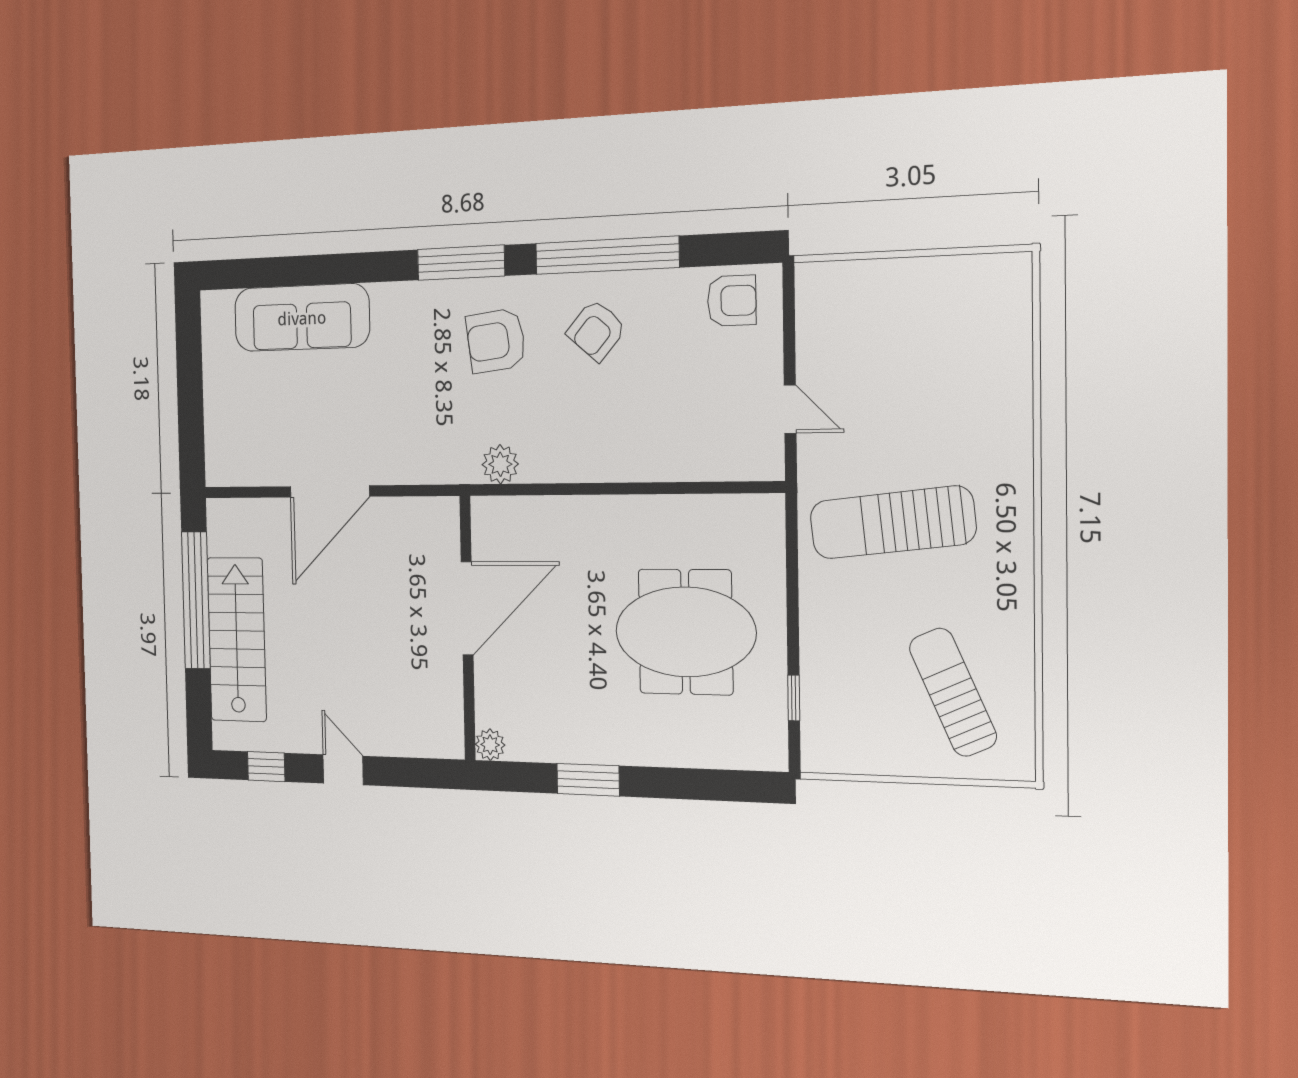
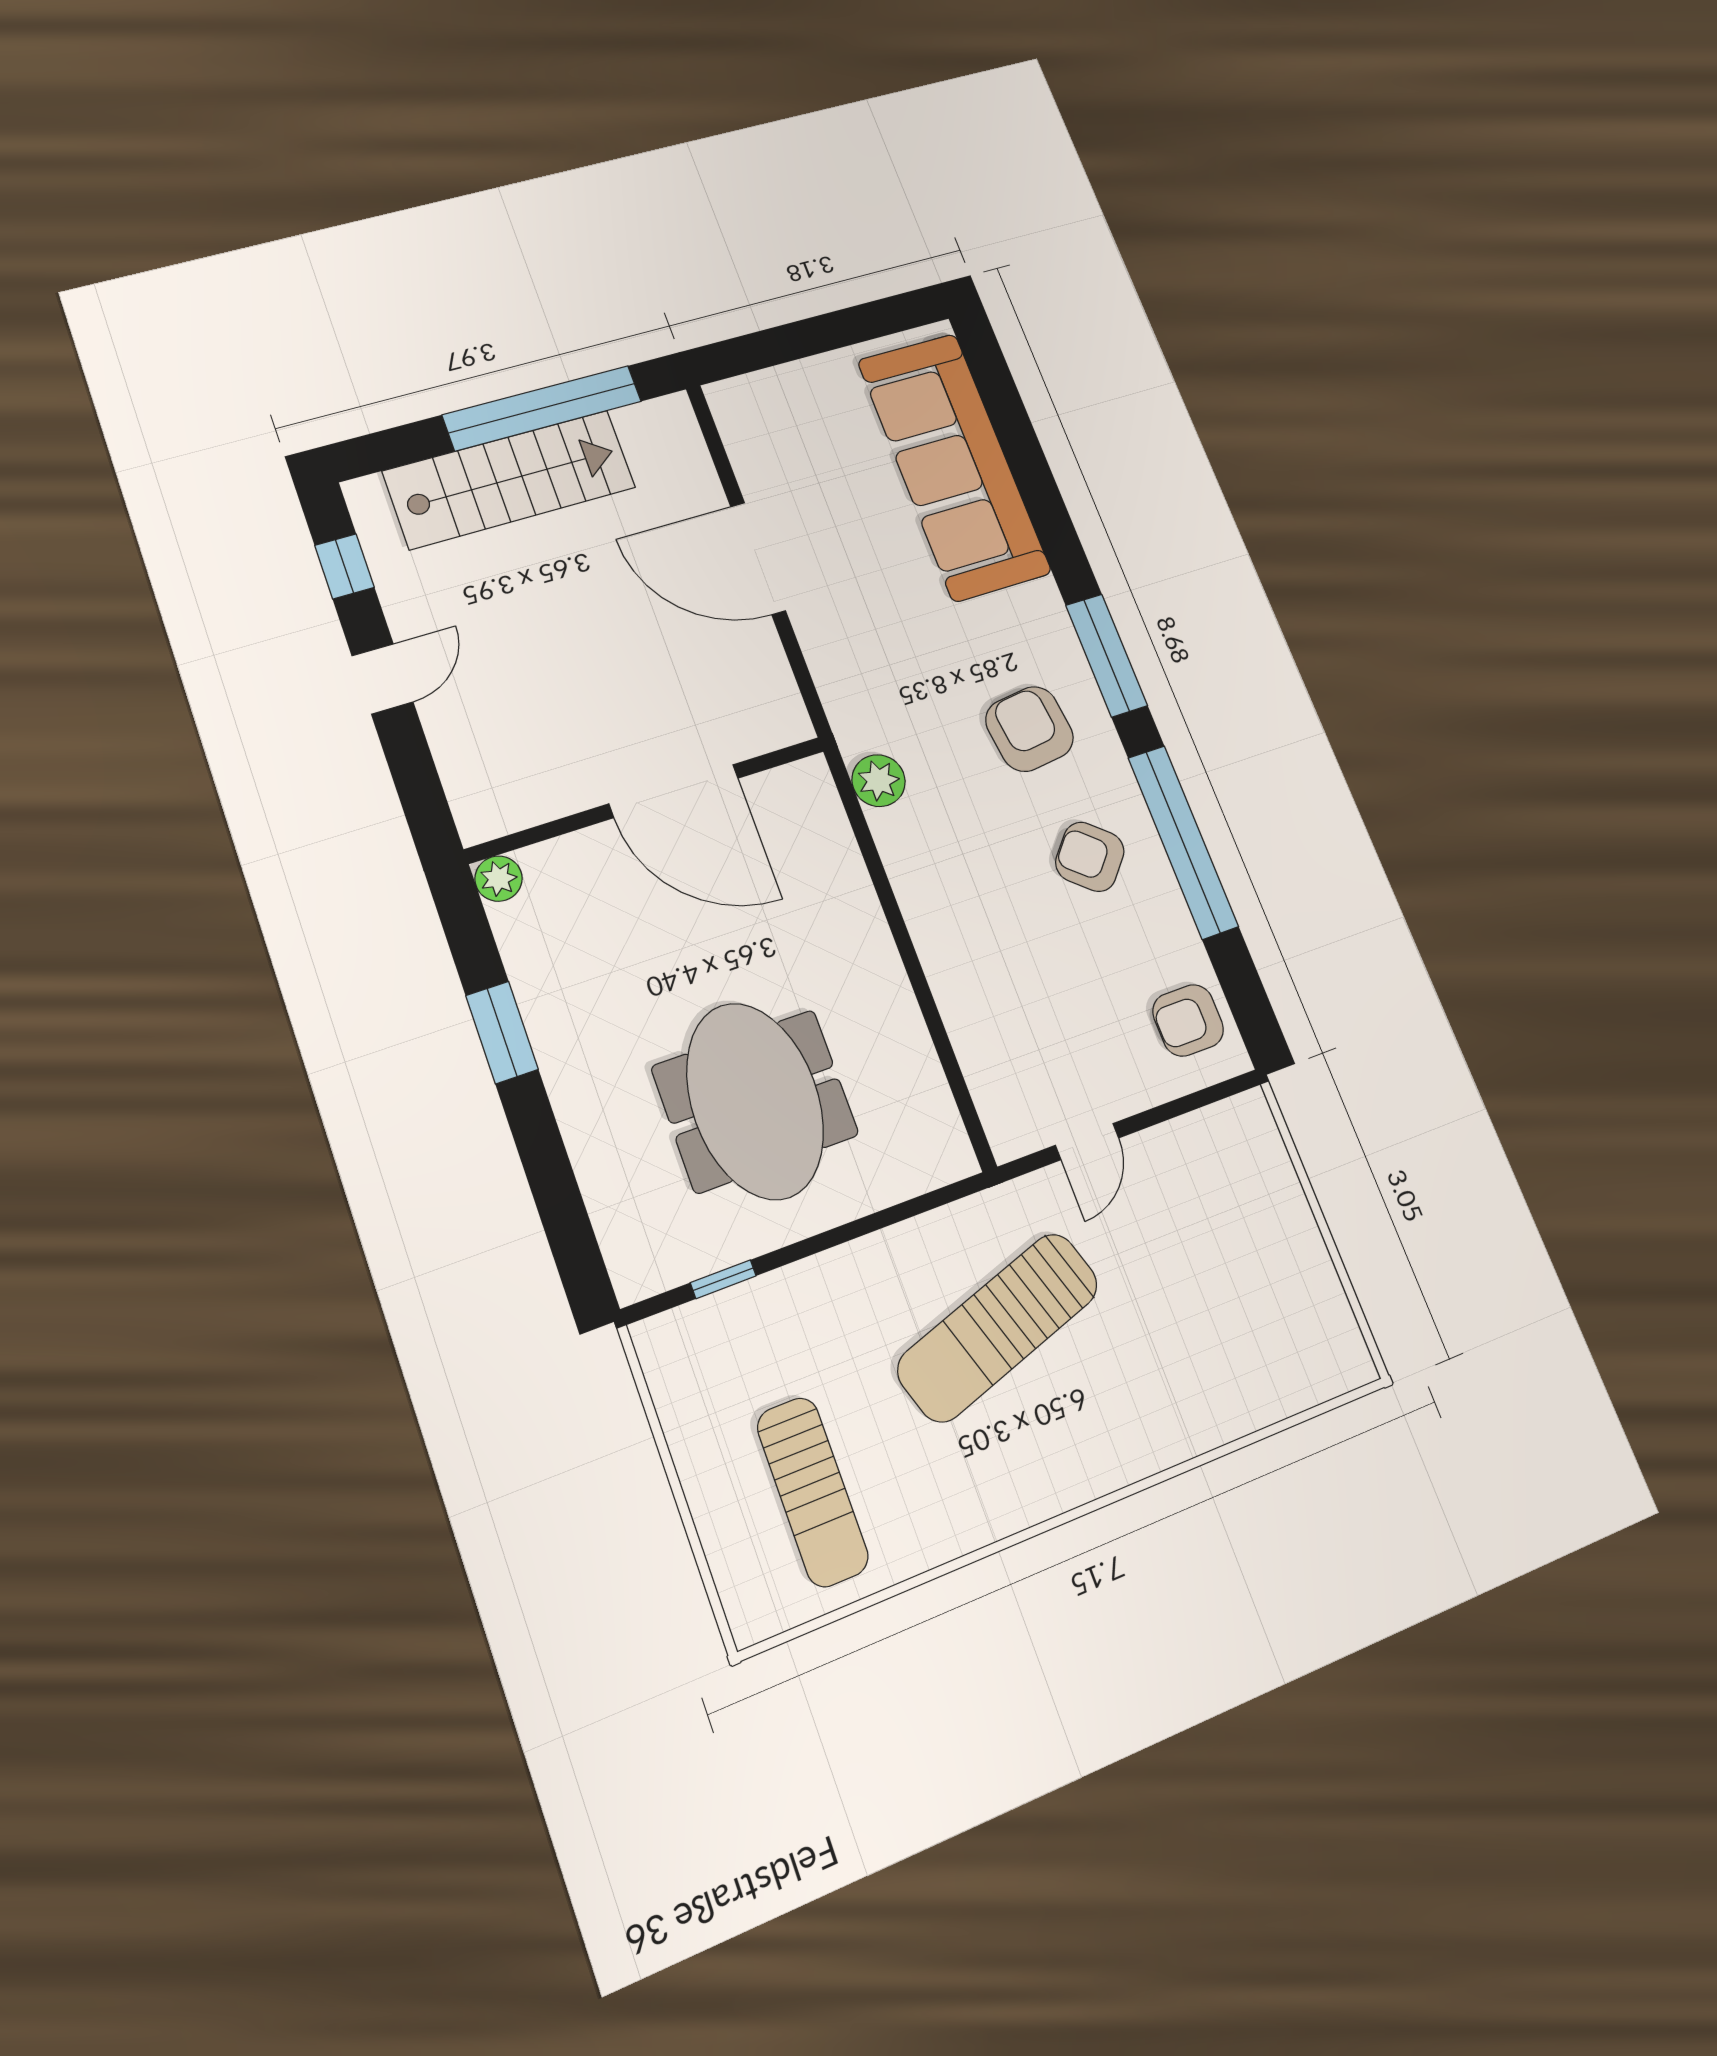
armchair: (732, 301) -> (1188, 1020), turned 90
sofa: (302, 318) -> (954, 466), width x1.36, depth x1.27
sun lounger: (892, 522) -> (998, 1327), turned -102
sun lounger: (953, 692) -> (813, 1492), turned 114

